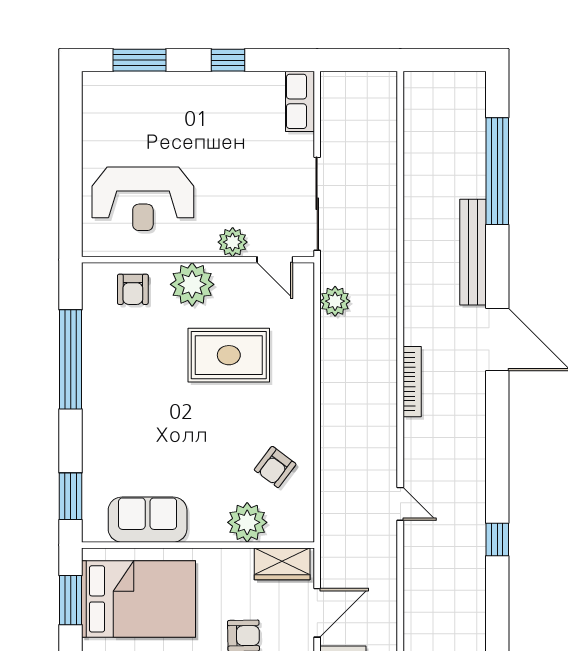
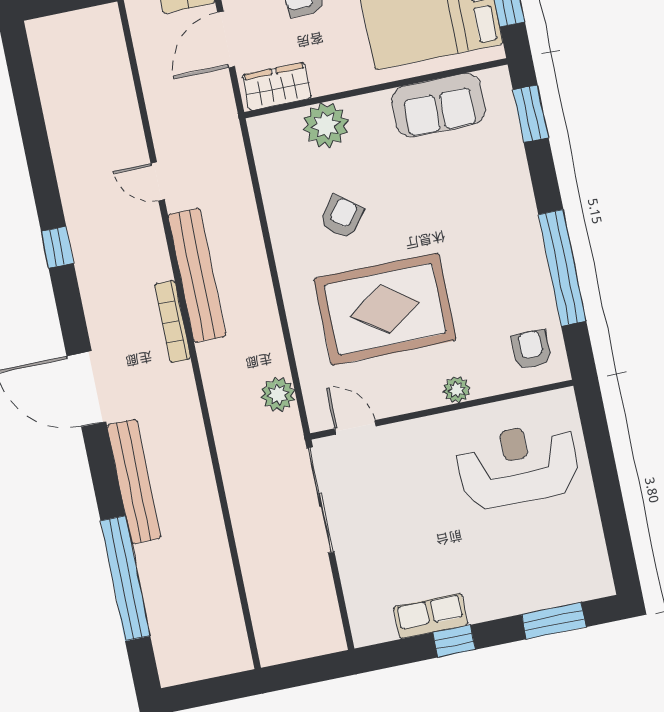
row of seats: (300, 101) -> (431, 616), moved, turned -90
plant: (233, 242) -> (407, 437), removed
plant: (192, 284) -> (457, 390), width x0.53, depth x0.53
armchair: (133, 289) -> (531, 349), moved
rug: (229, 355) -> (385, 309), width x1.37, depth x1.44
bench: (383, 417) -> (197, 275), added
armchair: (275, 467) -> (342, 217), moved
window: (497, 539) -> (57, 247), moved

